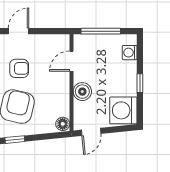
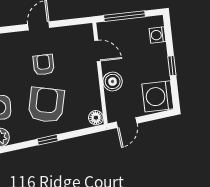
door: (71, 61) -> (98, 51), swing flipped
armchair: (19, 68) -> (44, 65), turned -90

